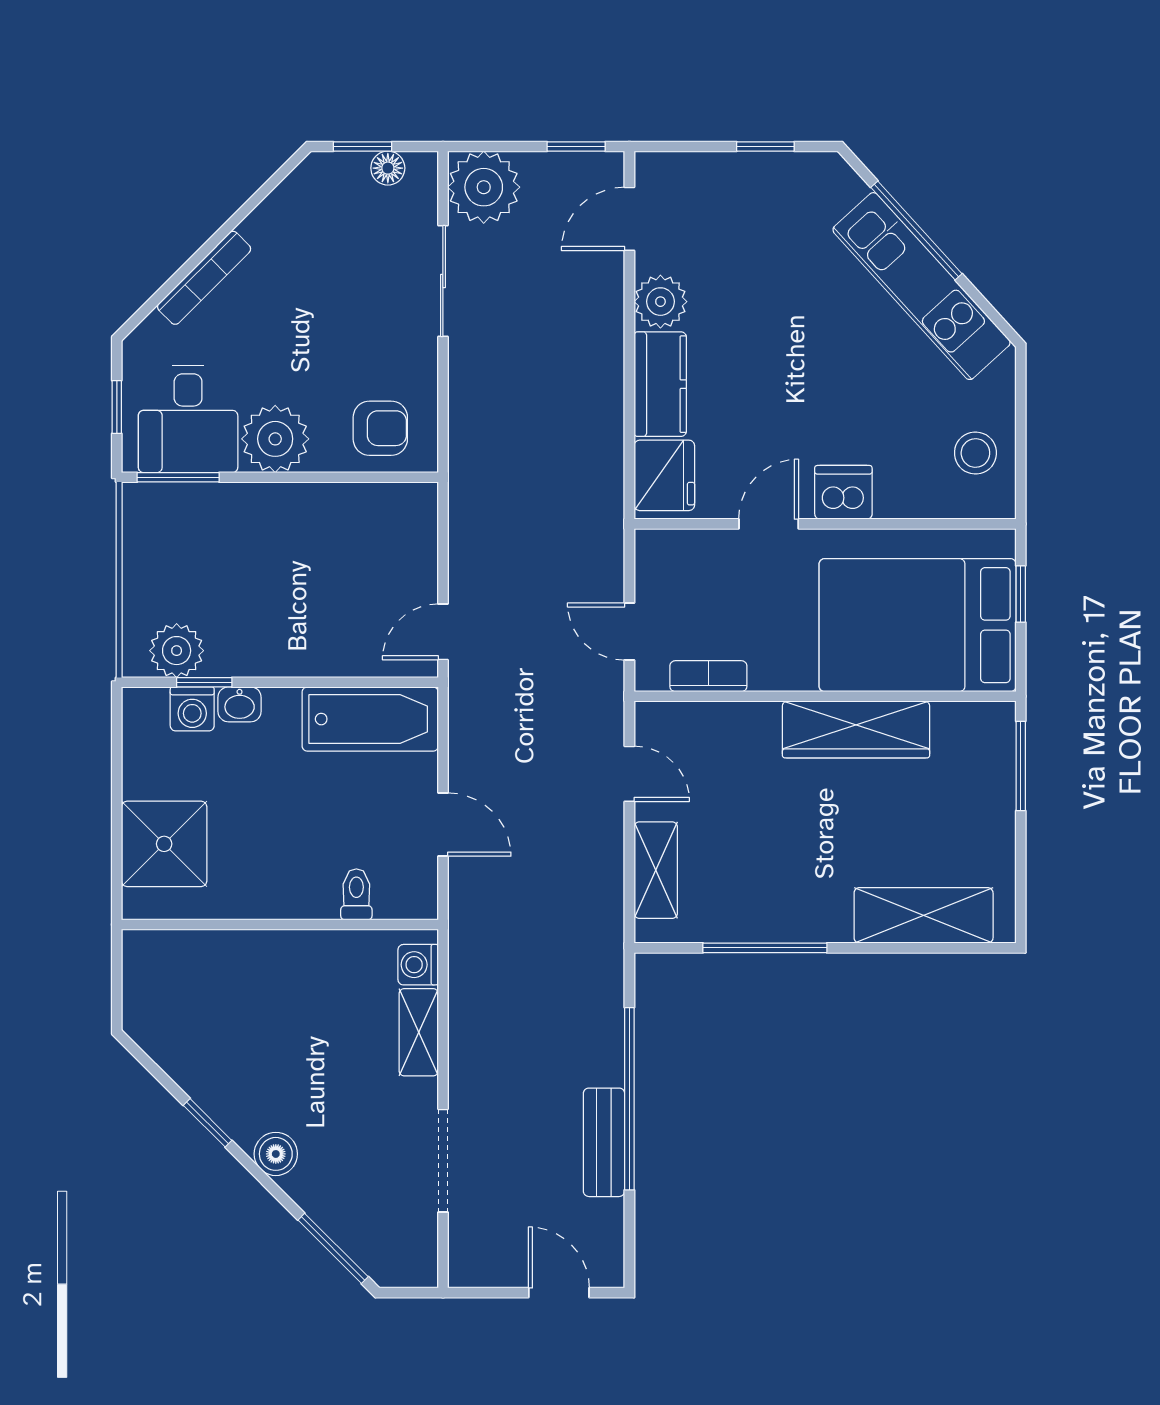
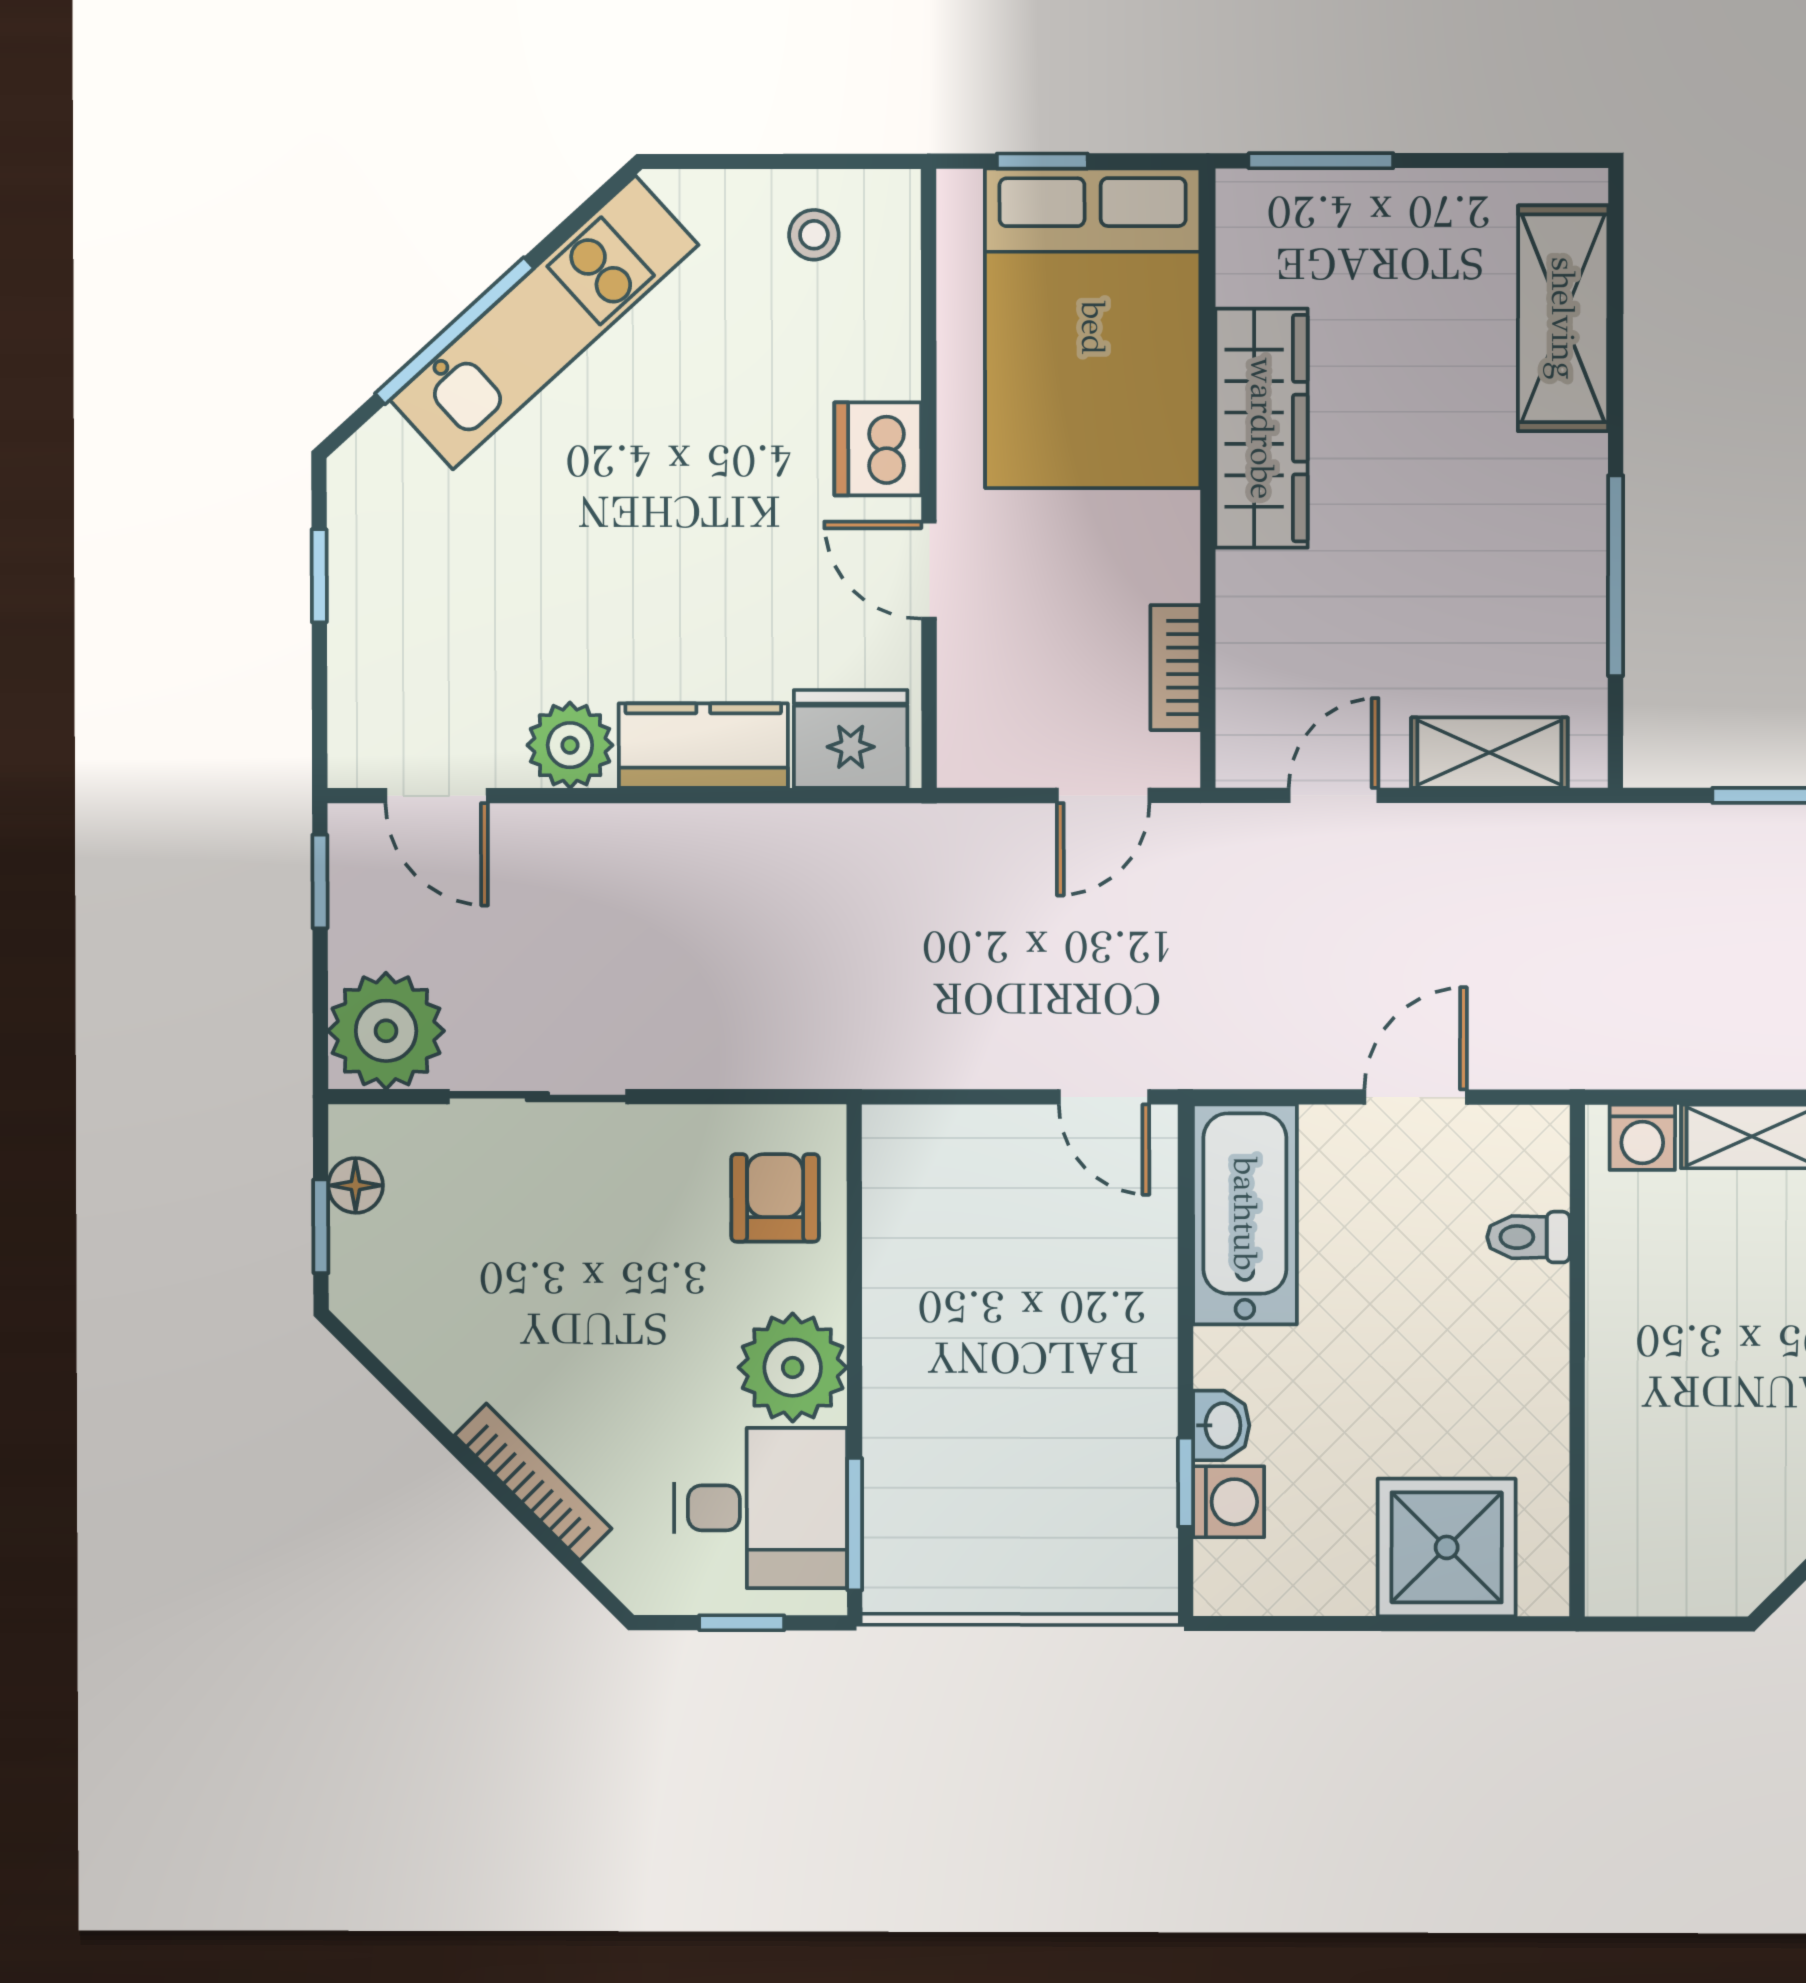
stool: (975, 453) -> (814, 235), width x0.73, depth x0.73
plant: (177, 651) -> (1134, 1527), removed

